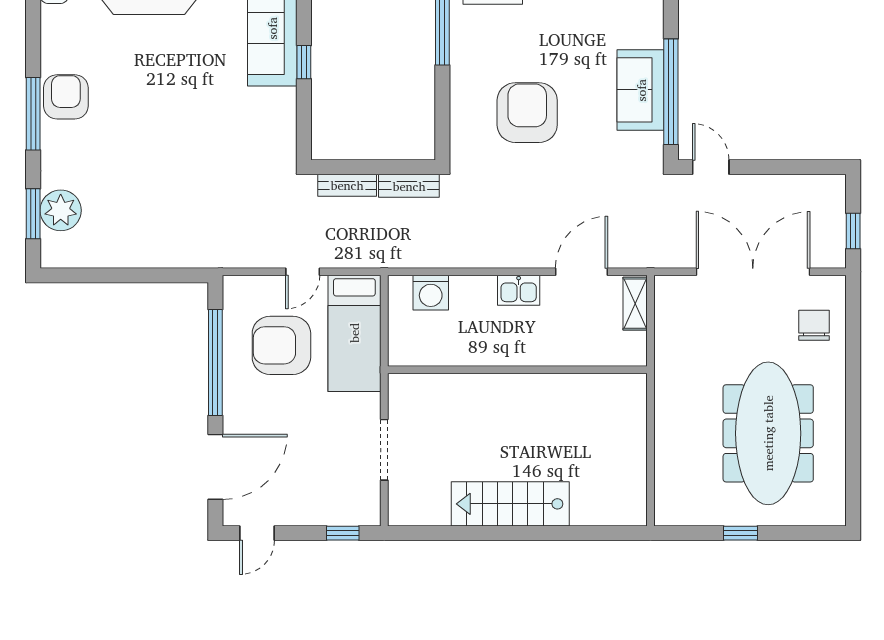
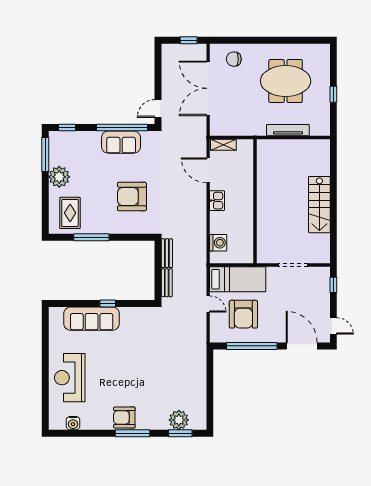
meeting table: (768, 433) -> (286, 81), width x0.73
tv unit: (666, 438) -> (288, 130), added

